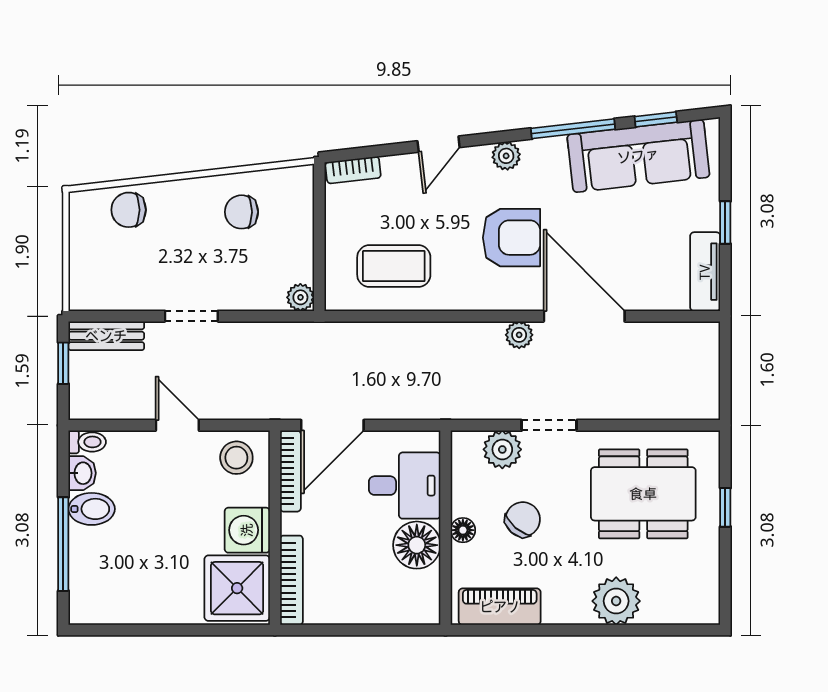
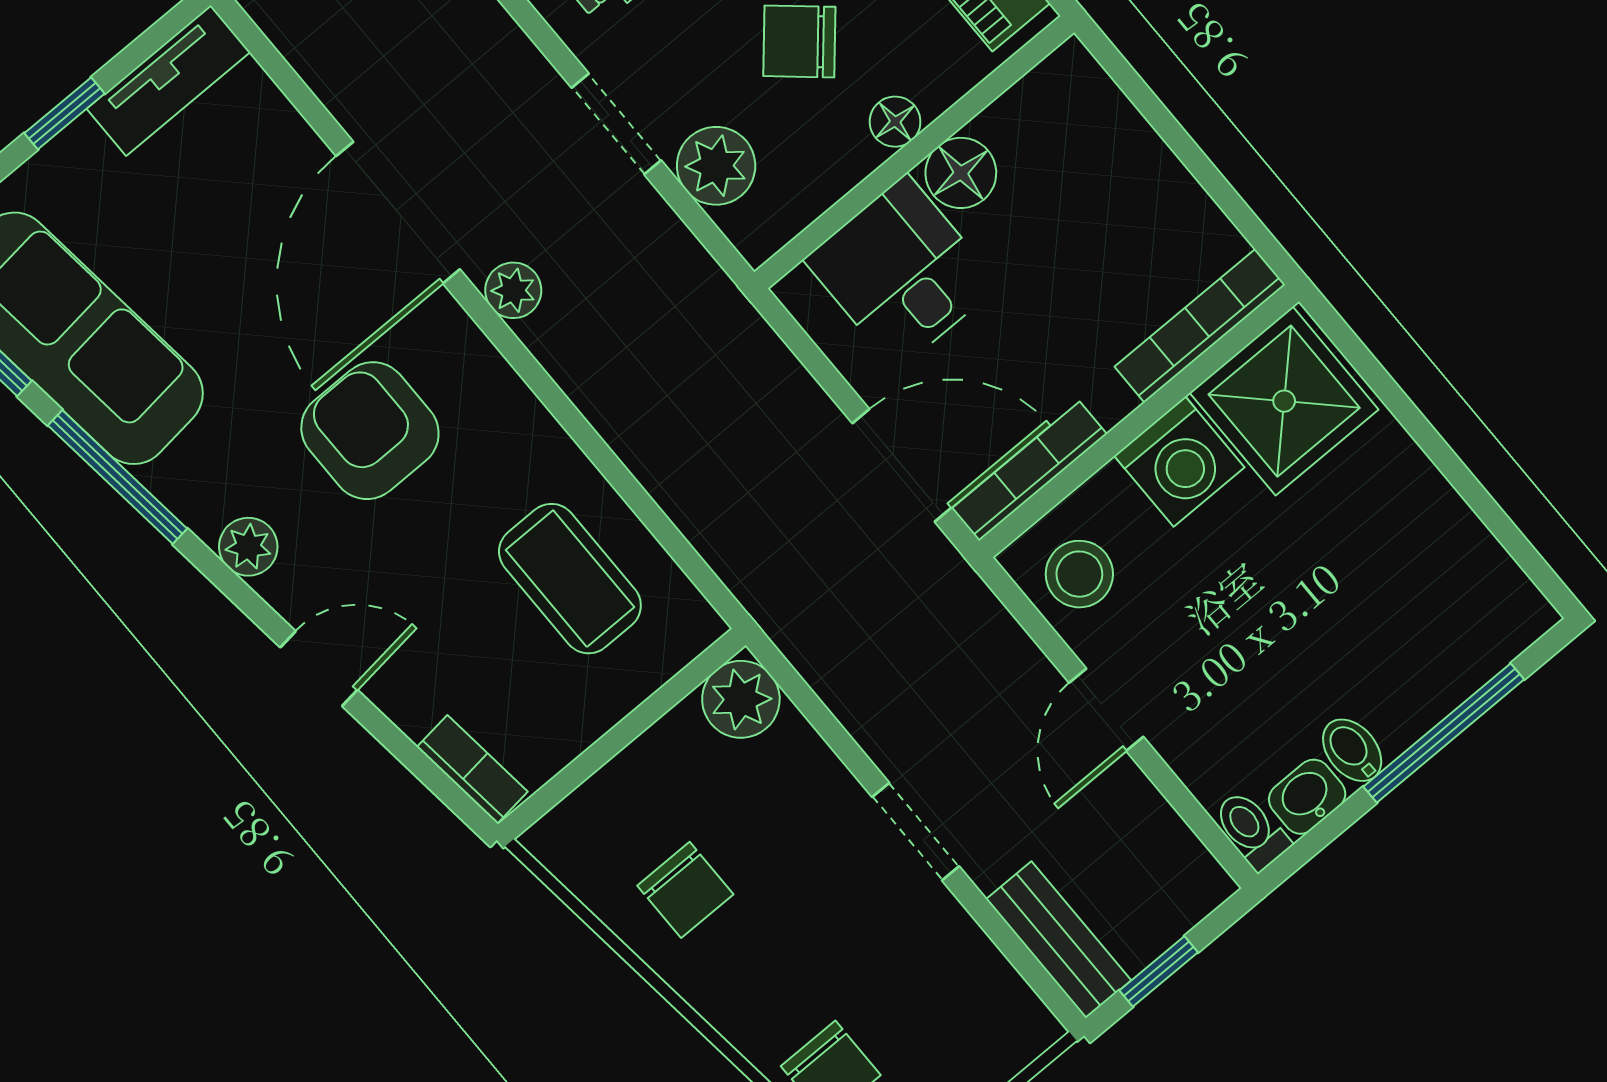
plant: (300, 297) -> (741, 699), width x1.38, depth x1.38
bidet: (92, 509) -> (1352, 750), width x0.72, depth x0.74
floor lamp: (417, 545) -> (961, 173), width x0.73, depth x0.73

